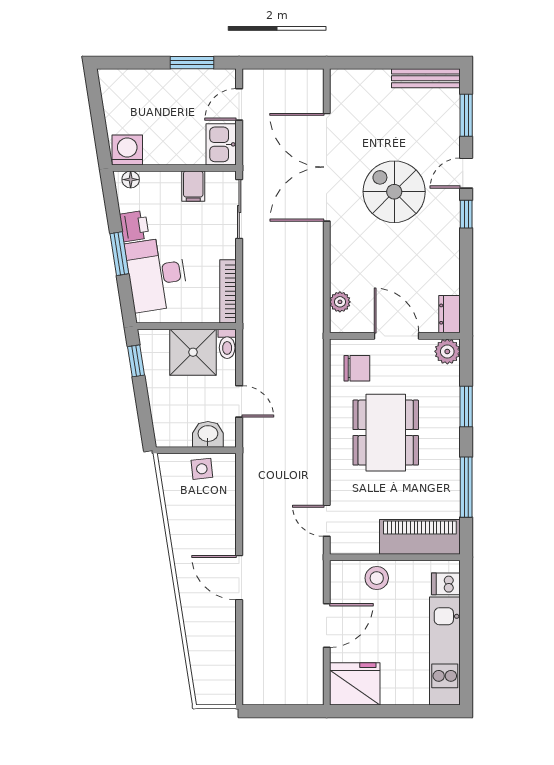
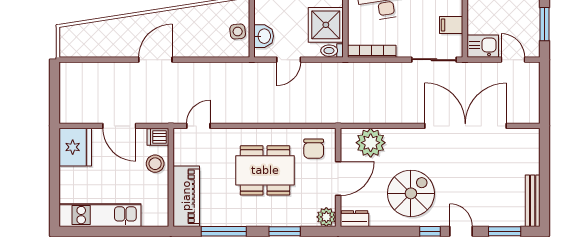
spiral stairs: (394, 192) -> (411, 193), moved
plant: (340, 302) -> (371, 143), width x1.87, depth x1.87
dishwasher: (446, 584) -> (158, 137), moved, turned -90

